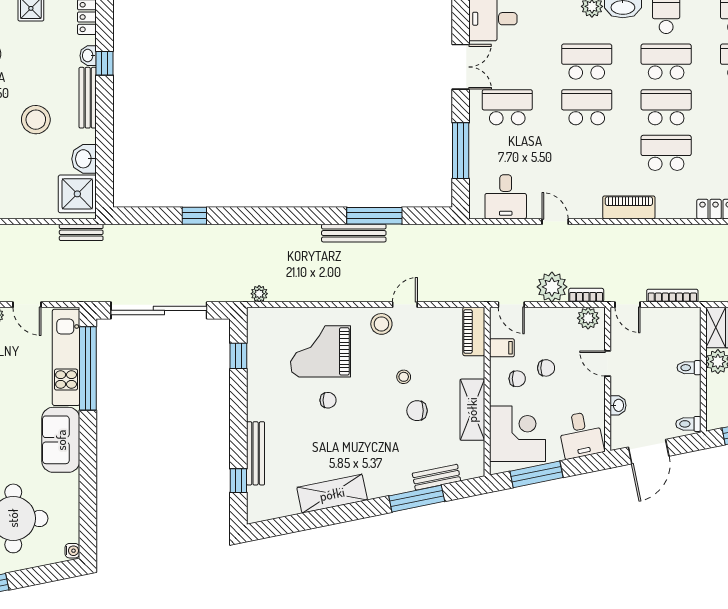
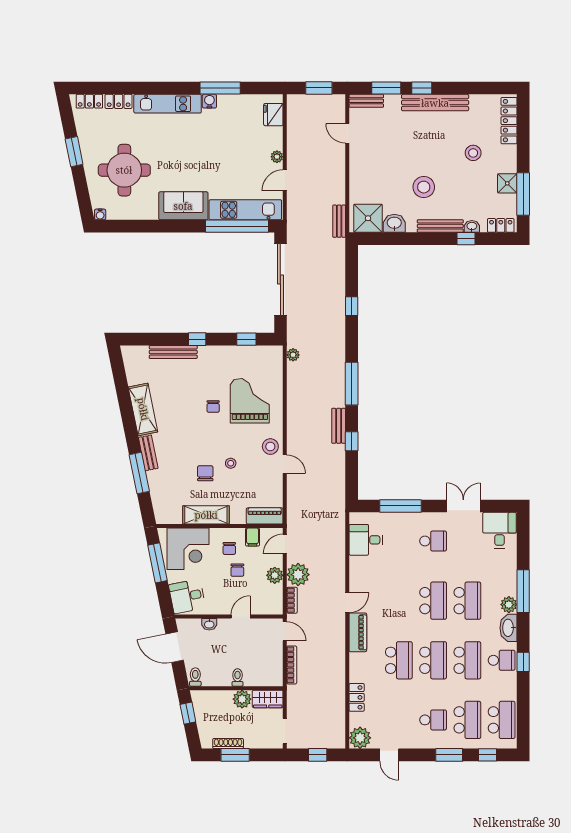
double door: (461, 67) -> (463, 506), swing flipped
school desk: (507, 107) -> (433, 541), width x0.54
window: (298, 216) -> (352, 384), added
window: (374, 216) -> (352, 441), width x0.46
door: (555, 222) -> (347, 603), moved
bench: (354, 233) -> (339, 426), width x0.73
door: (627, 305) -> (285, 631), swing flipped
plant: (588, 318) -> (275, 575), moved
bench: (436, 477) -> (148, 453), moved
window: (238, 481) -> (197, 339), moved

